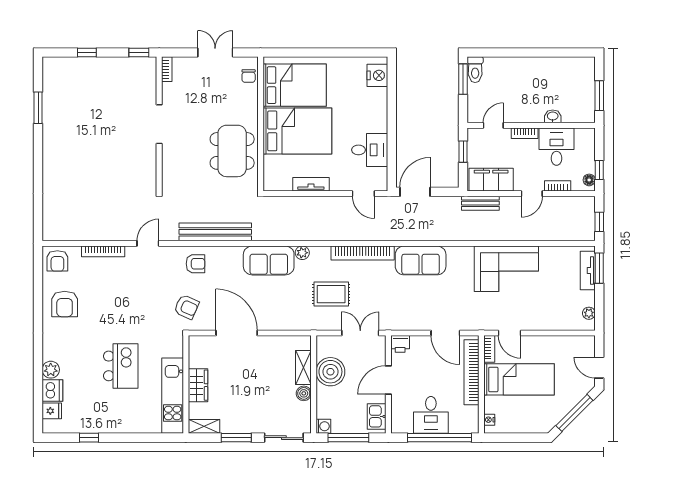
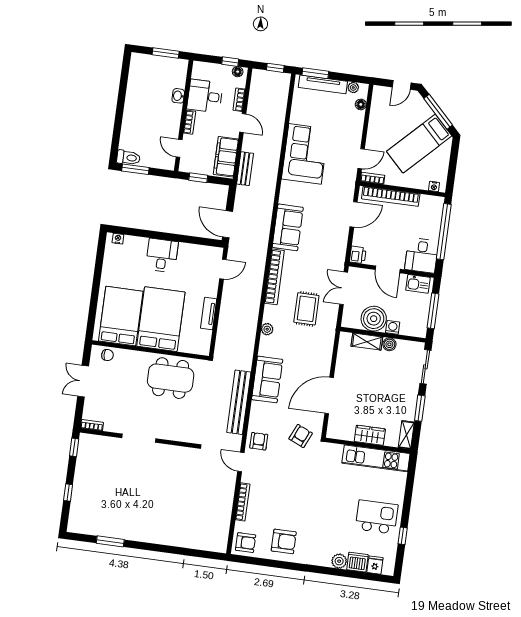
nightstand: (377, 75) -> (118, 239), width x0.53, depth x0.56
desk: (370, 150) -> (162, 255), moved
sofa: (269, 260) -> (267, 379), moved
armchair: (195, 264) -> (259, 441), moved
tv unit: (588, 270) -> (323, 84), width x1.41
floor lamp: (571, 324) -> (361, 104), added
kitchen island: (121, 366) -> (377, 517), moved
bed: (519, 379) -> (419, 144), moved, turned -135
desk: (431, 415) -> (422, 255), moved, turned 90
washing machine: (323, 426) -> (393, 327), moved

